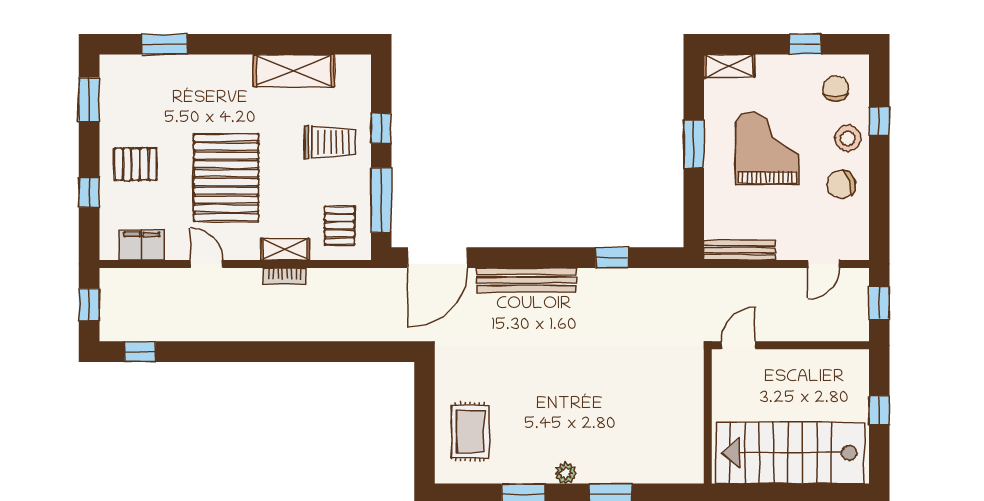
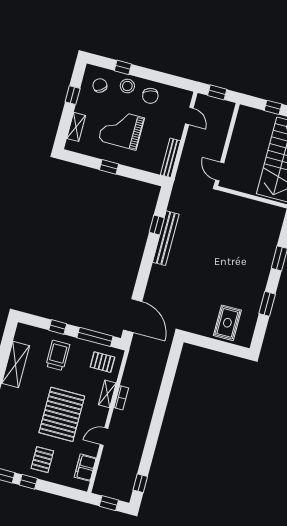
shelving: (729, 66) -> (76, 127), moved
chair: (836, 89) -> (100, 85), turned 55
window: (694, 144) -> (109, 167), width x0.67
pallet: (226, 178) -> (62, 414), turned 90
window: (89, 192) -> (28, 482), moved
bench: (526, 280) -> (166, 238), moved
rug: (470, 431) -> (227, 323), turned 90
plant: (566, 473) -> (262, 279), removed

